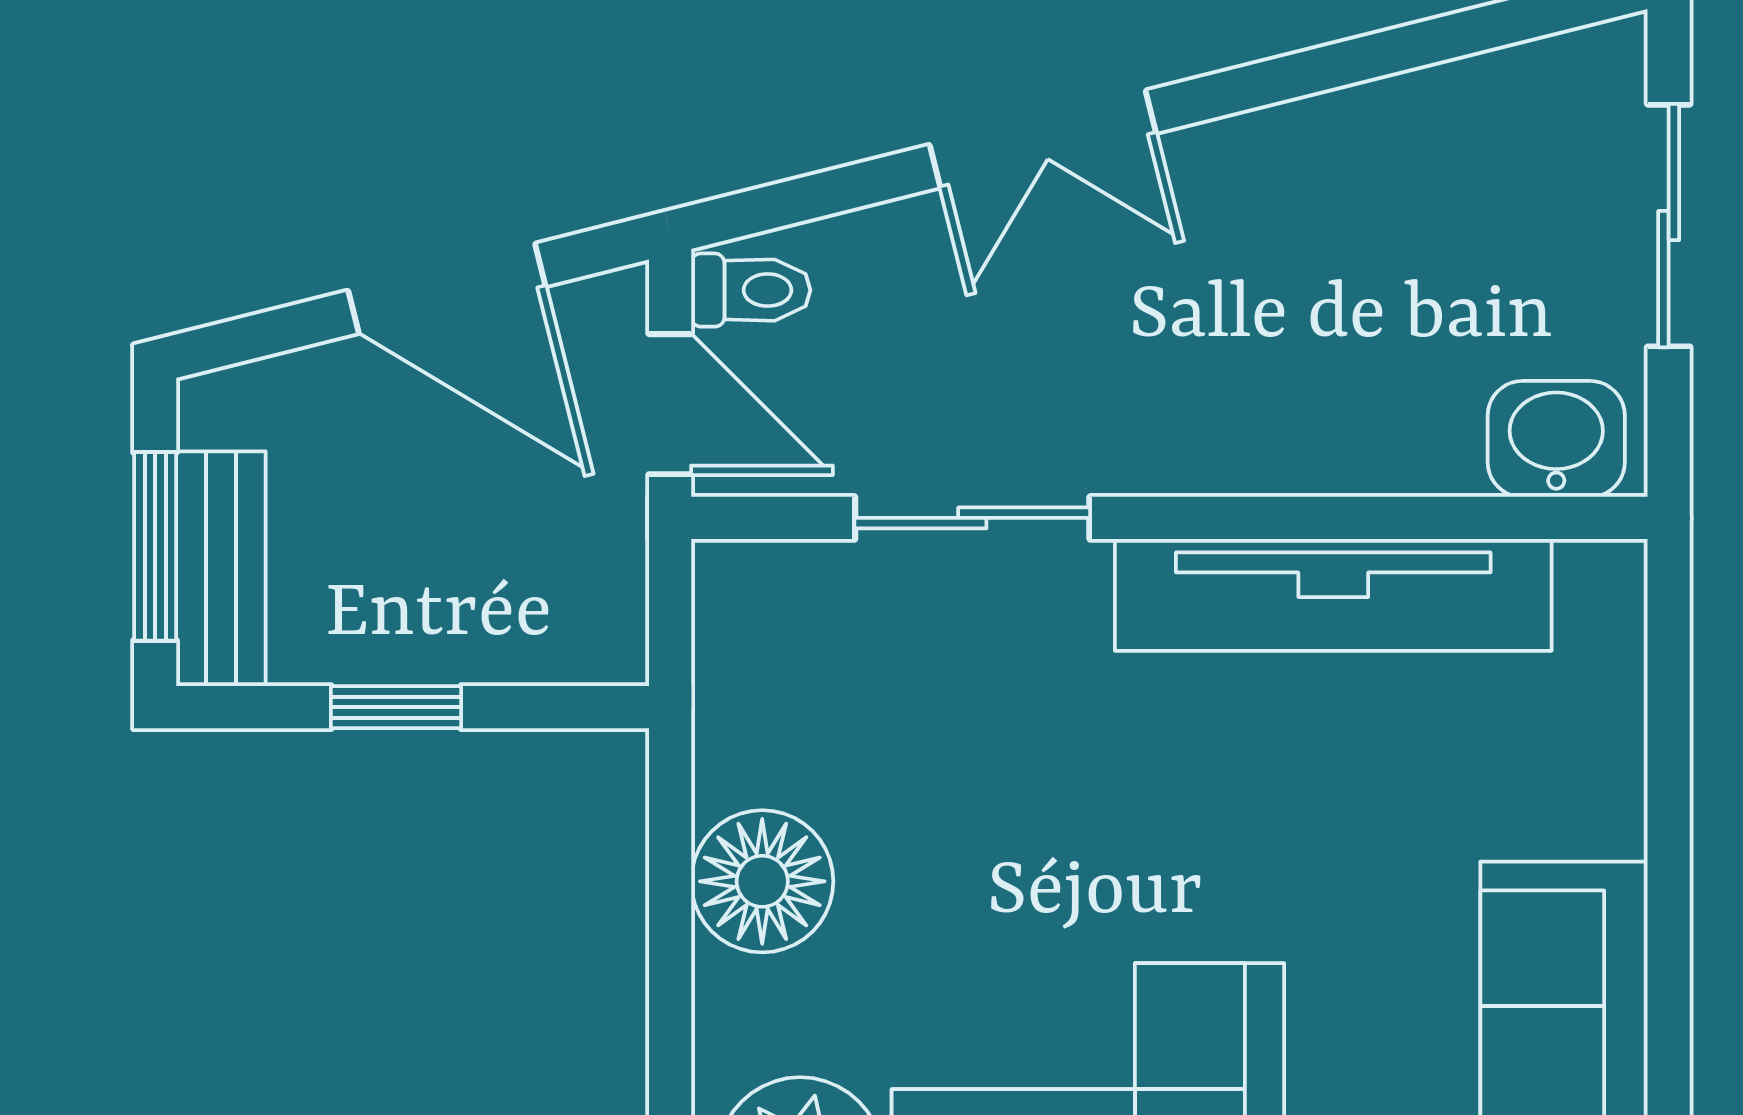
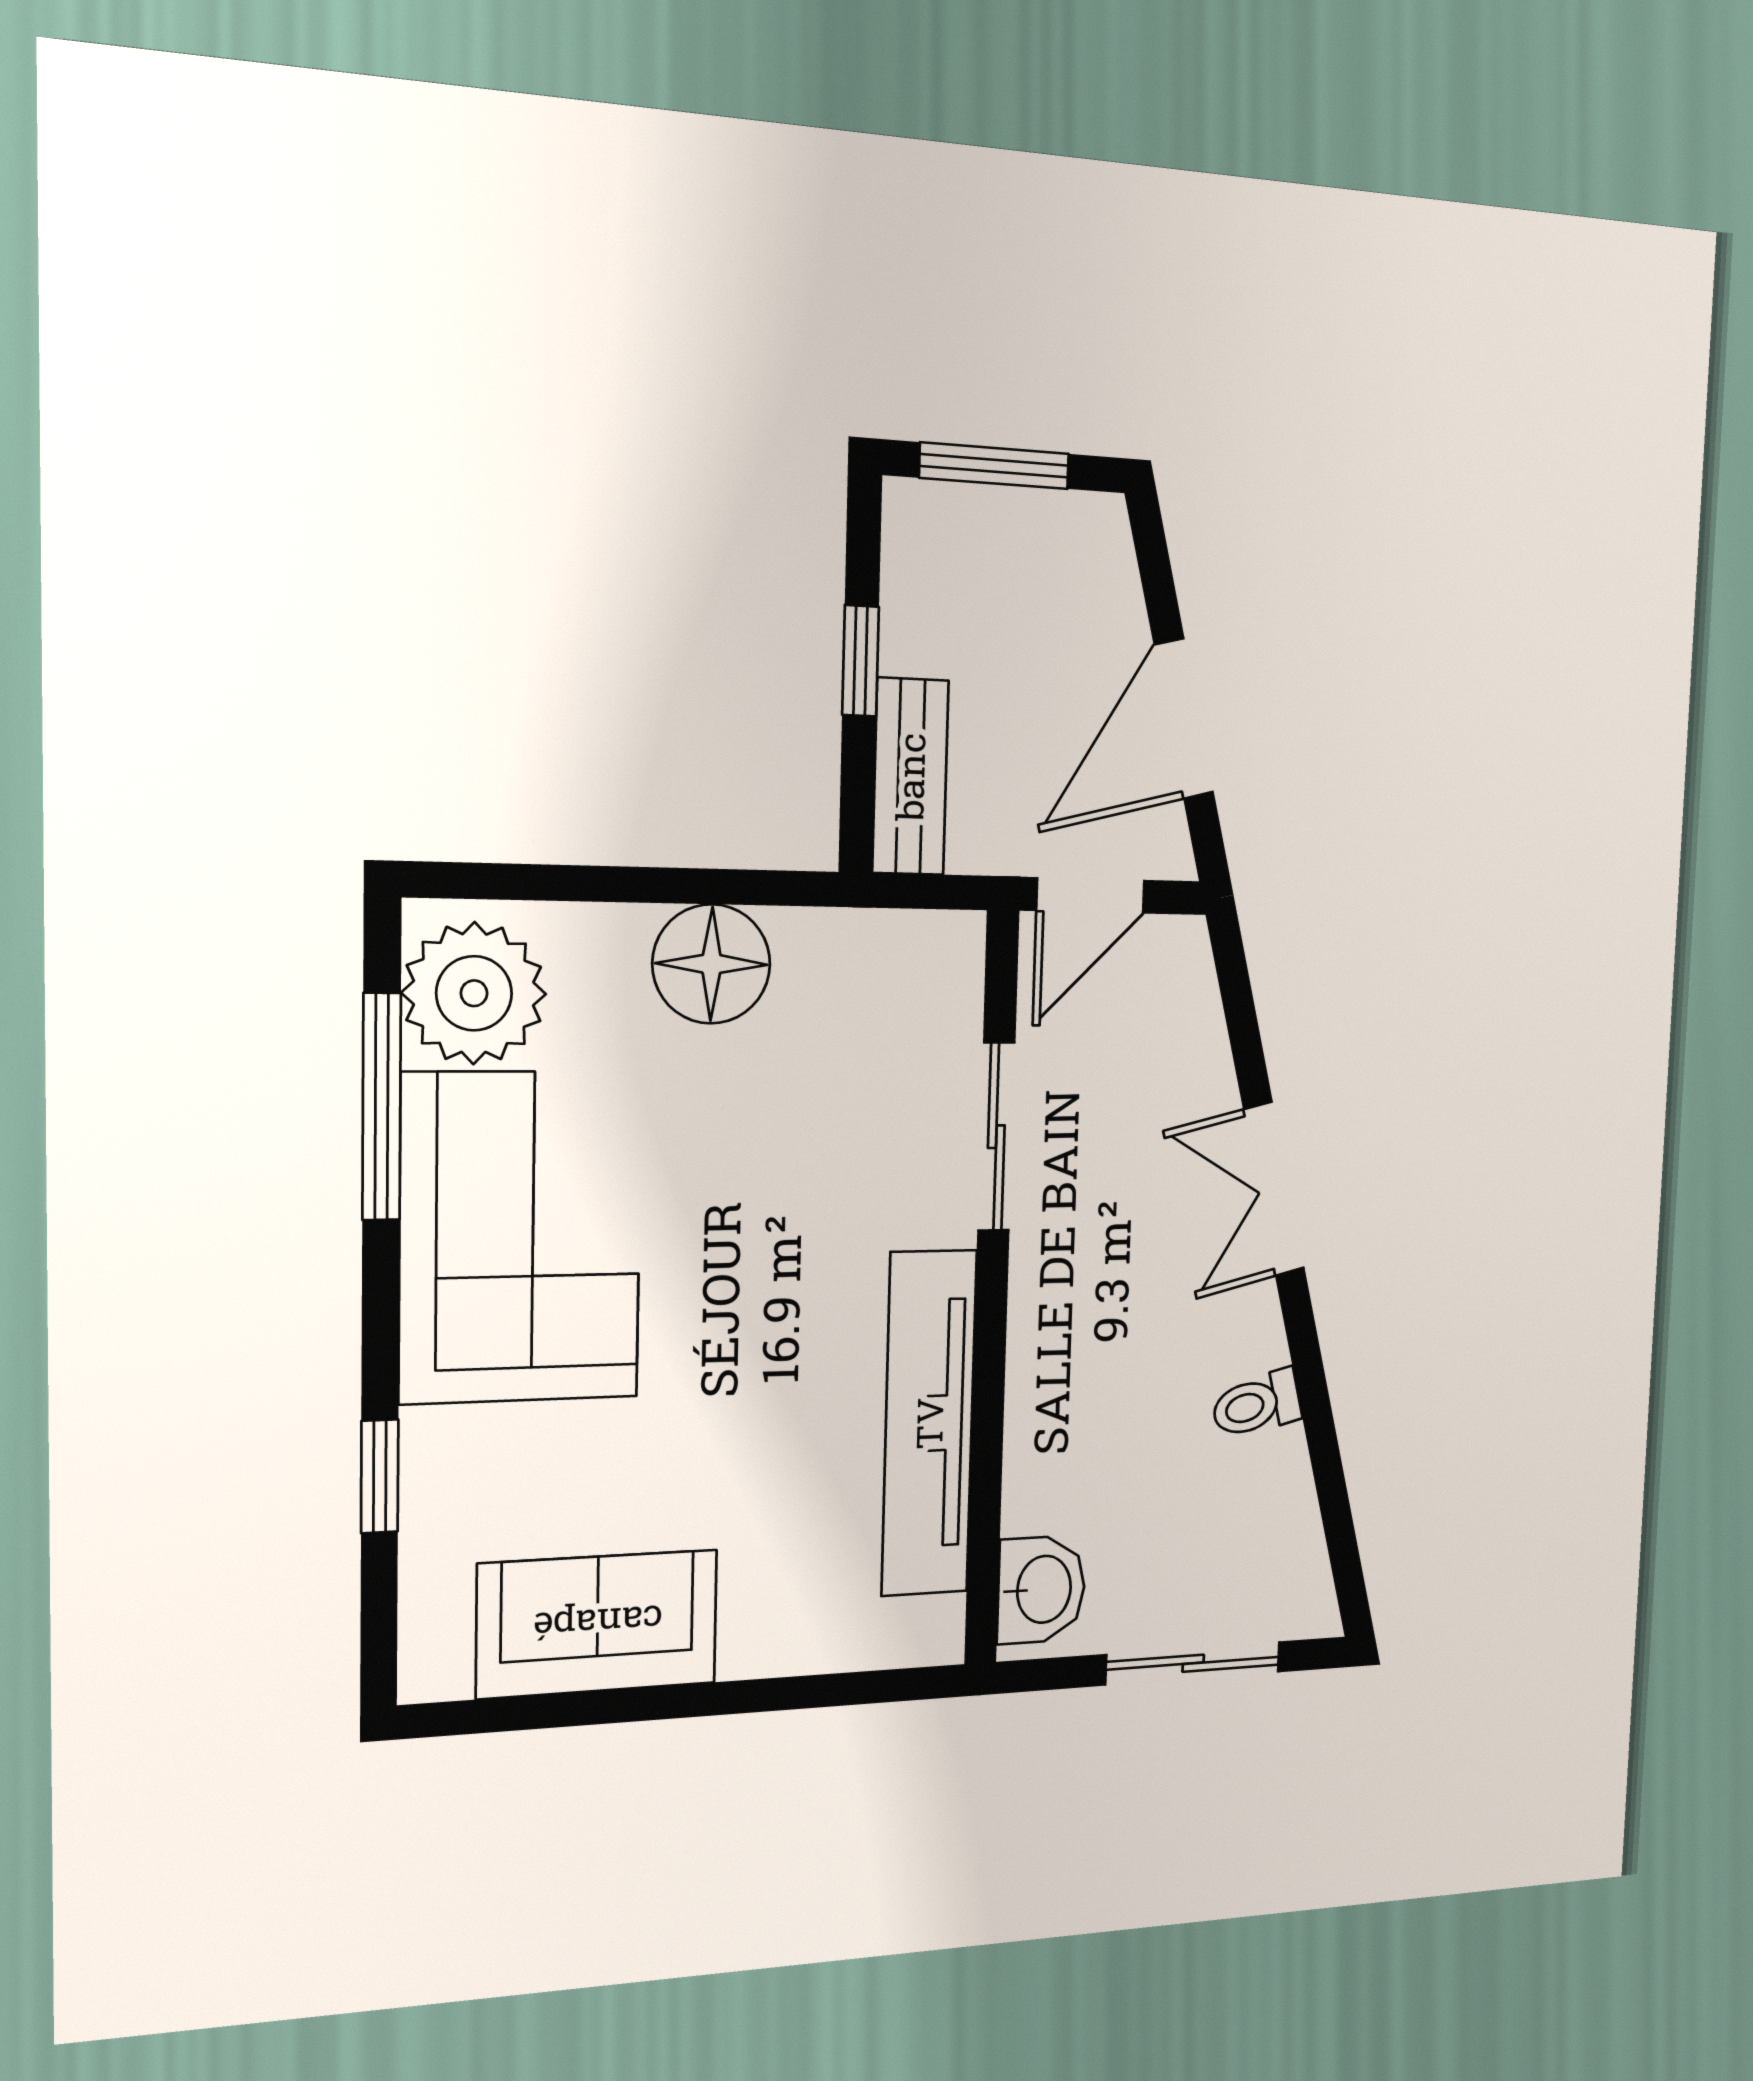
toilet: (751, 290) -> (1256, 1404), moved, turned 76
bench: (221, 569) -> (910, 777), moved, turned 90

